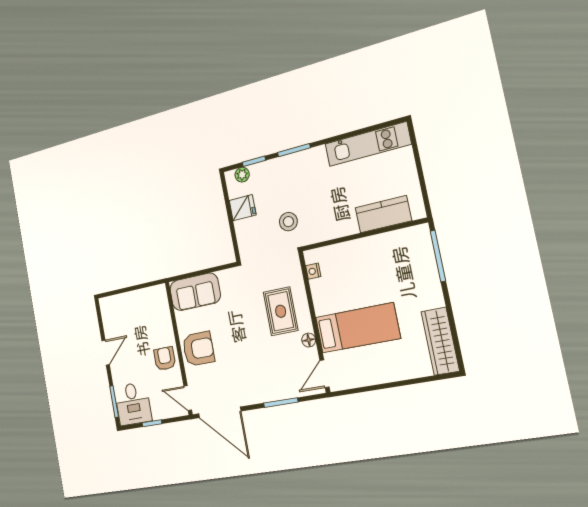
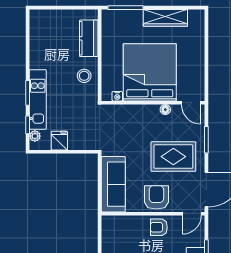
kitchen unit: (368, 144) -> (38, 99), moved
stool: (288, 222) -> (84, 76), moved
sofa: (195, 292) -> (113, 184), width x1.36
rug: (281, 311) -> (173, 157), moved, width x1.36, depth x1.43
bed: (358, 328) -> (150, 72), width x2.04
wardrobe: (440, 341) -> (165, 18), moved

